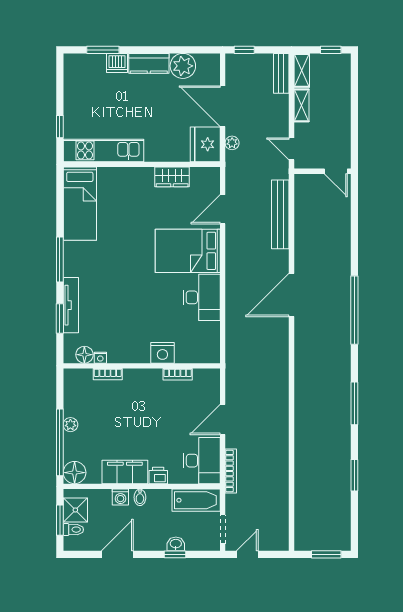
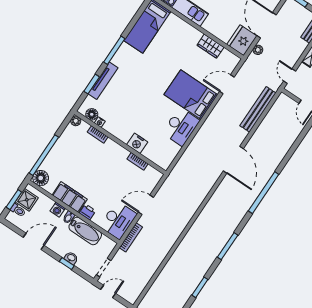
door: (291, 295) -> (233, 160), swing flipped
plant: (70, 425) -> (76, 121), moved
bathtub: (196, 500) -> (85, 231), moved

